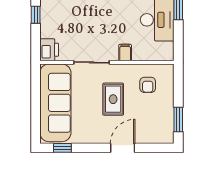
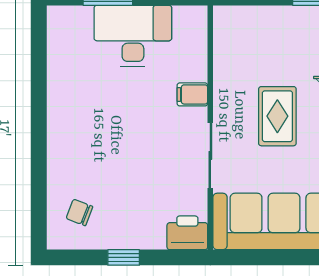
armchair: (148, 85) -> (251, 53), removed
rug: (113, 99) -> (277, 116), turned 90

